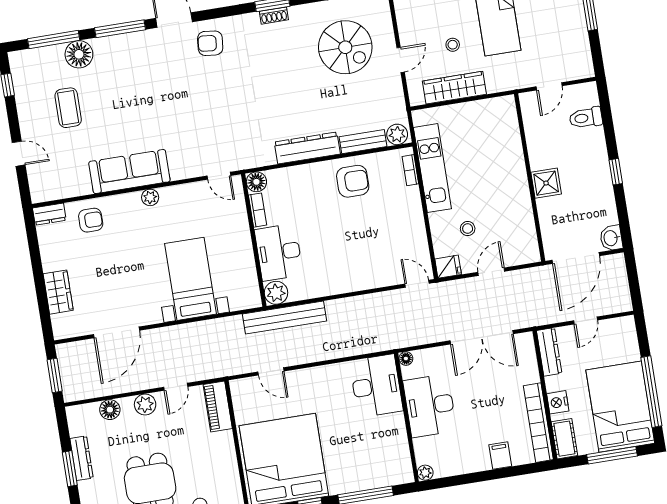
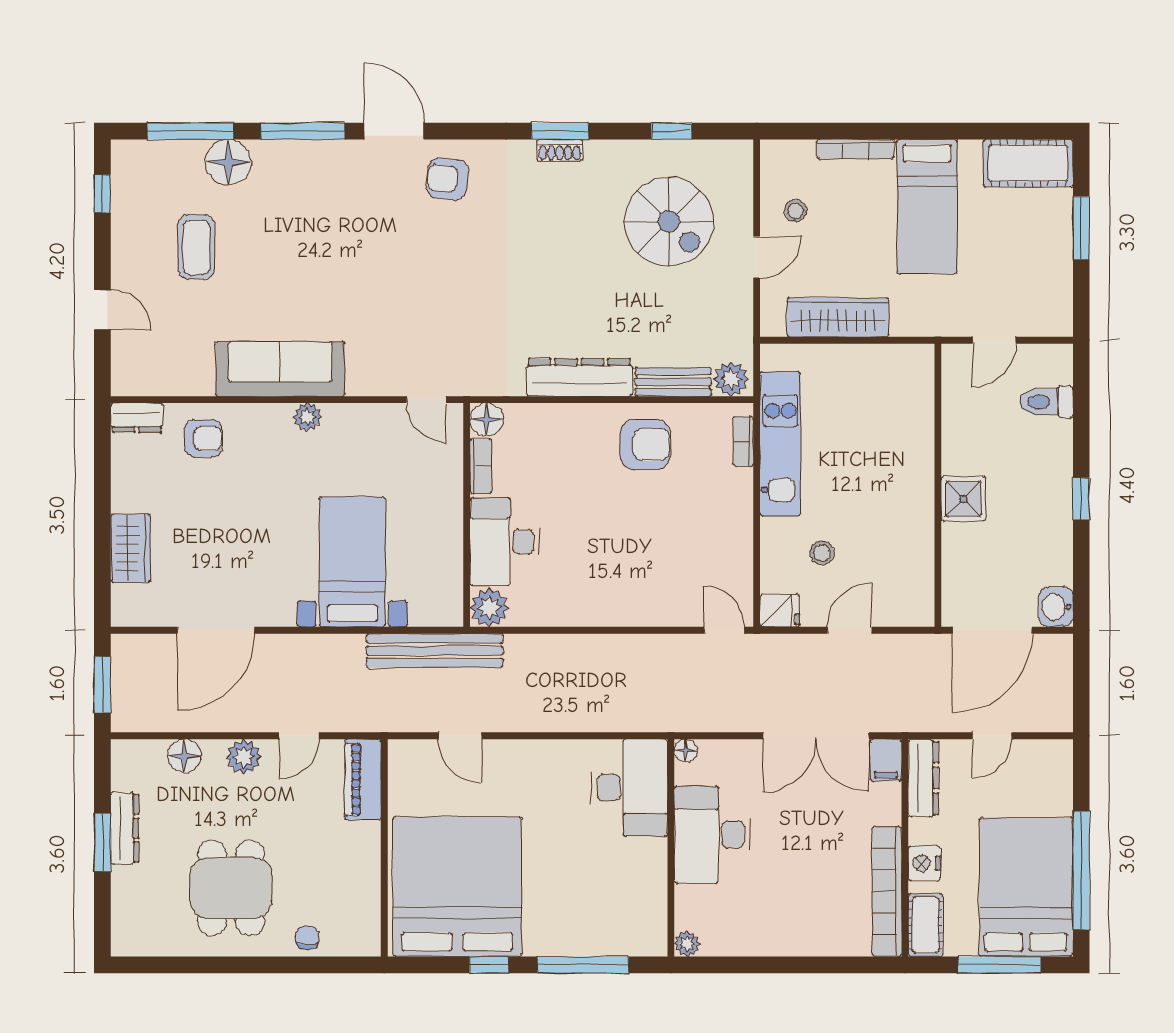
stool: (453, 45) -> (795, 211), moved
bench: (284, 318) -> (435, 651), moved
filing cabinet: (500, 456) -> (886, 760), moved, turned 180

